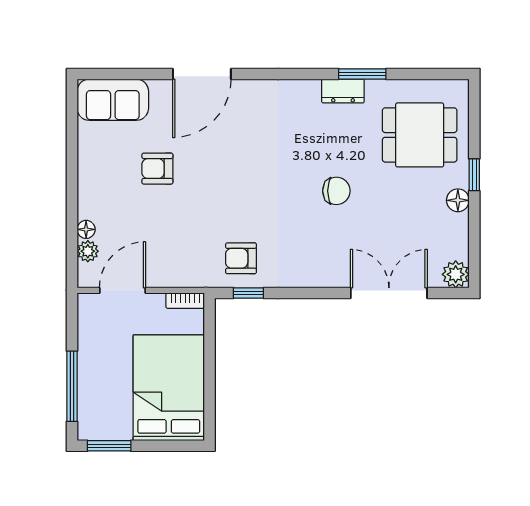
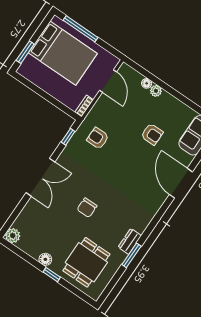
armchair: (157, 169) -> (152, 134), turned 90
plant: (88, 251) -> (156, 91), moved
armchair: (241, 258) -> (98, 138), moved, turned -90
double door: (389, 293) -> (40, 177), moved
bed: (169, 388) -> (63, 53), moved
window: (109, 446) -> (25, 52), moved

